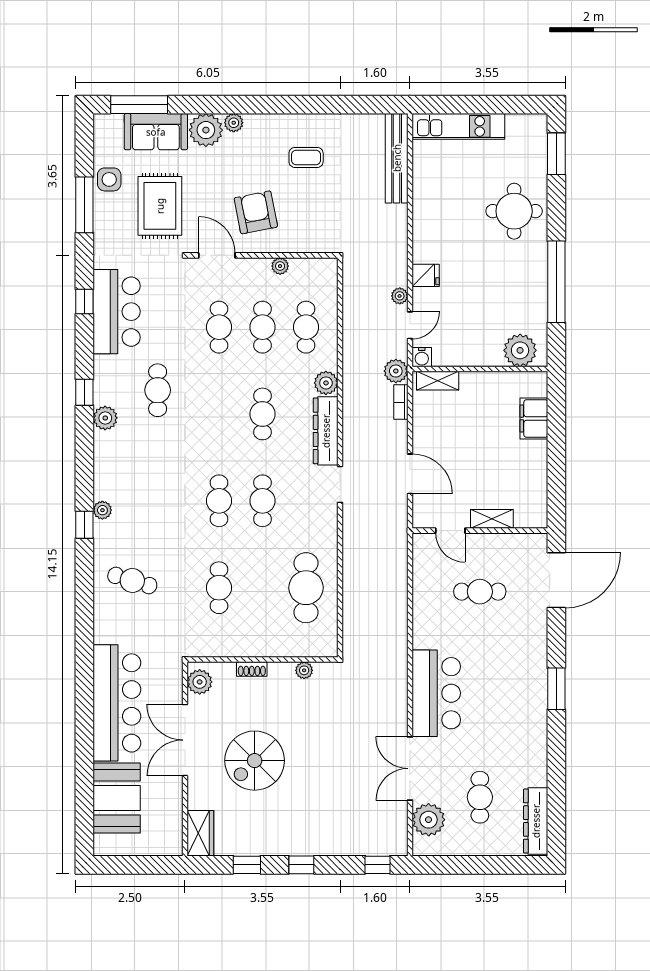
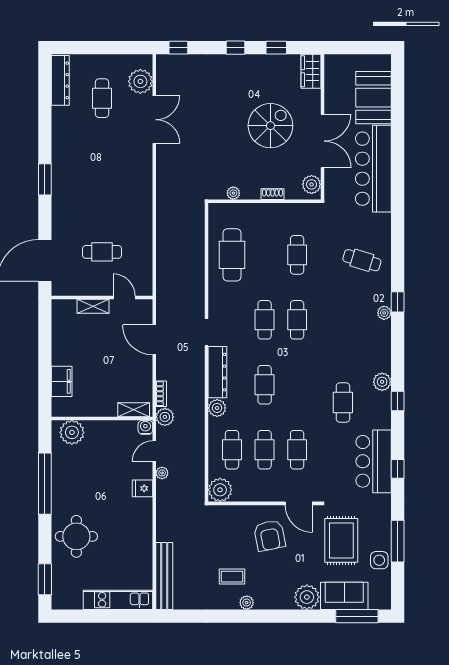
plant: (234, 123) -> (247, 603), moved
plant: (280, 266) -> (220, 490), moved, width x1.88, depth x1.88
bar counter: (436, 693) -> (135, 176), removed

